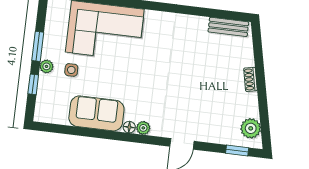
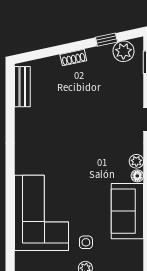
window: (264, 113) -> (106, 40), added

